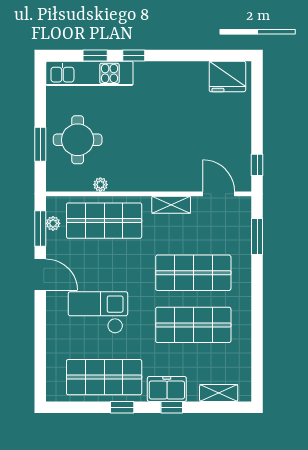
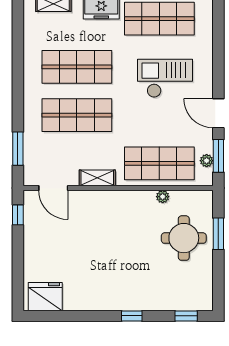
window: (95, 56) -> (186, 316), moved
kitchen unit: (89, 73) -> (173, 299), removed
checkout: (98, 312) -> (165, 78), turned 180

